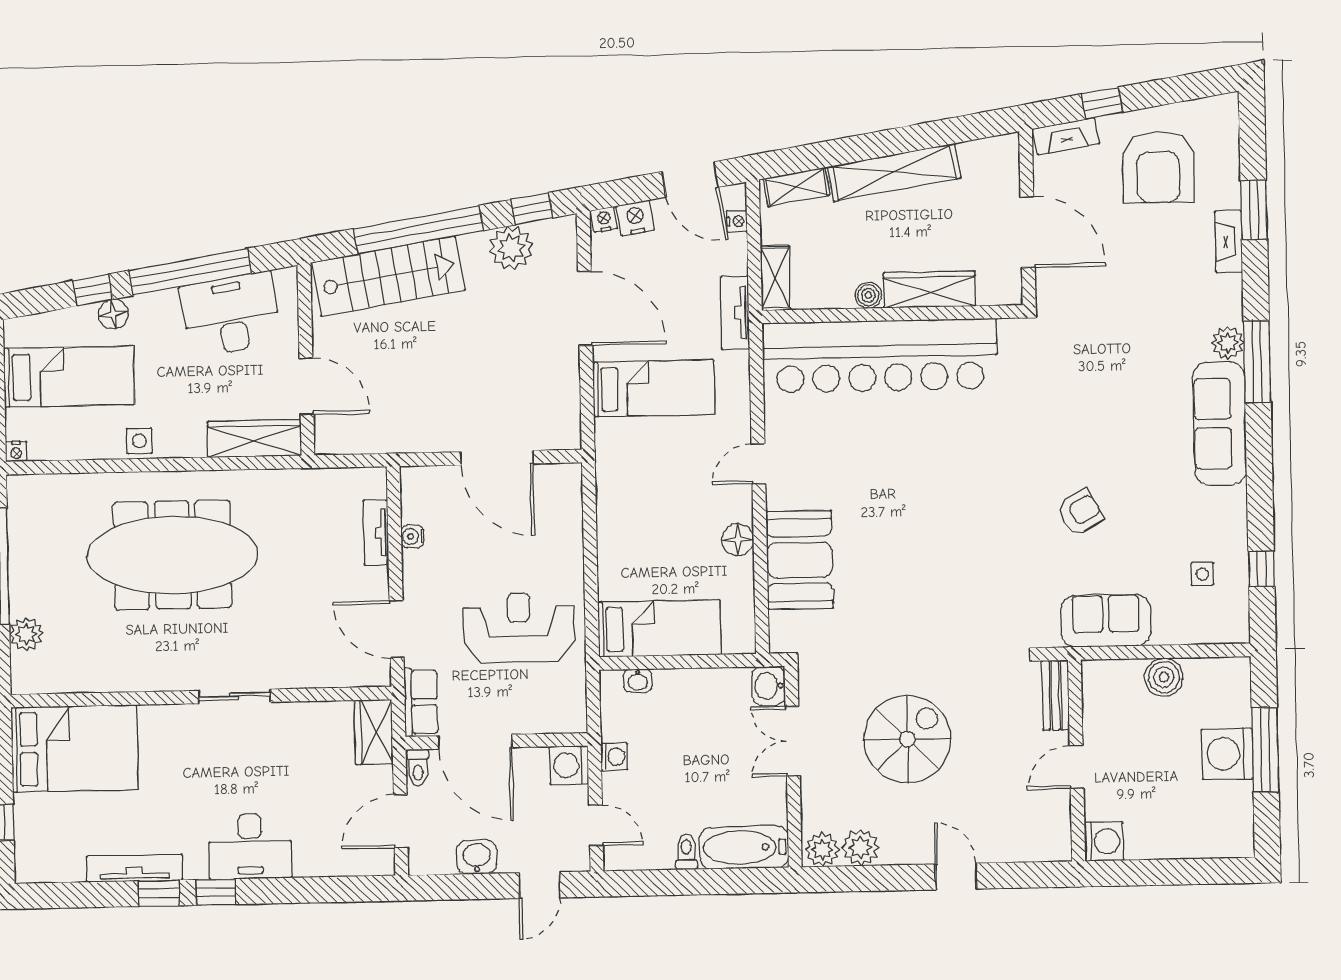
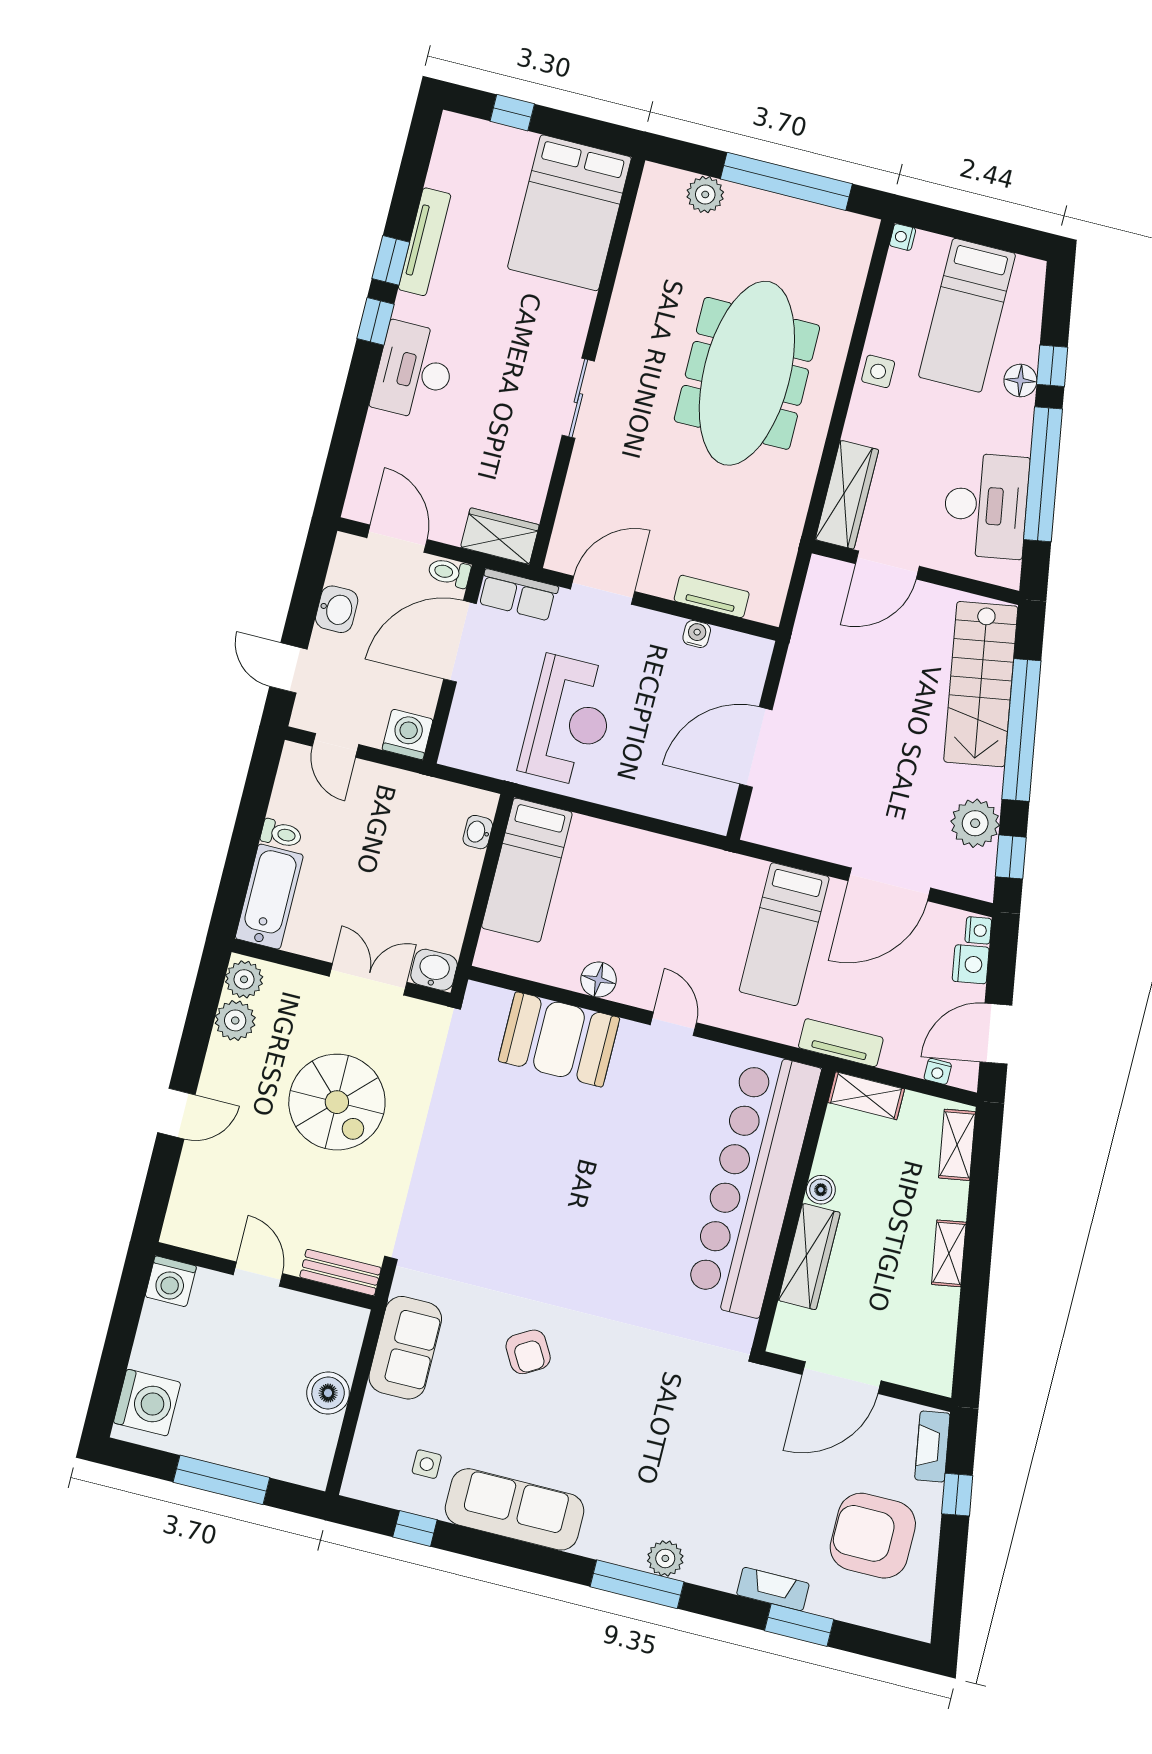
shelving: (894, 172) -> (949, 1253), width x0.45, depth x0.75
sofa: (1220, 423) -> (515, 1509), moved
washing machine: (1227, 754) -> (147, 1403), moved, turned 90
washing machine: (614, 757) -> (404, 785), removed
door: (596, 826) -> (335, 745), hinge flipped

